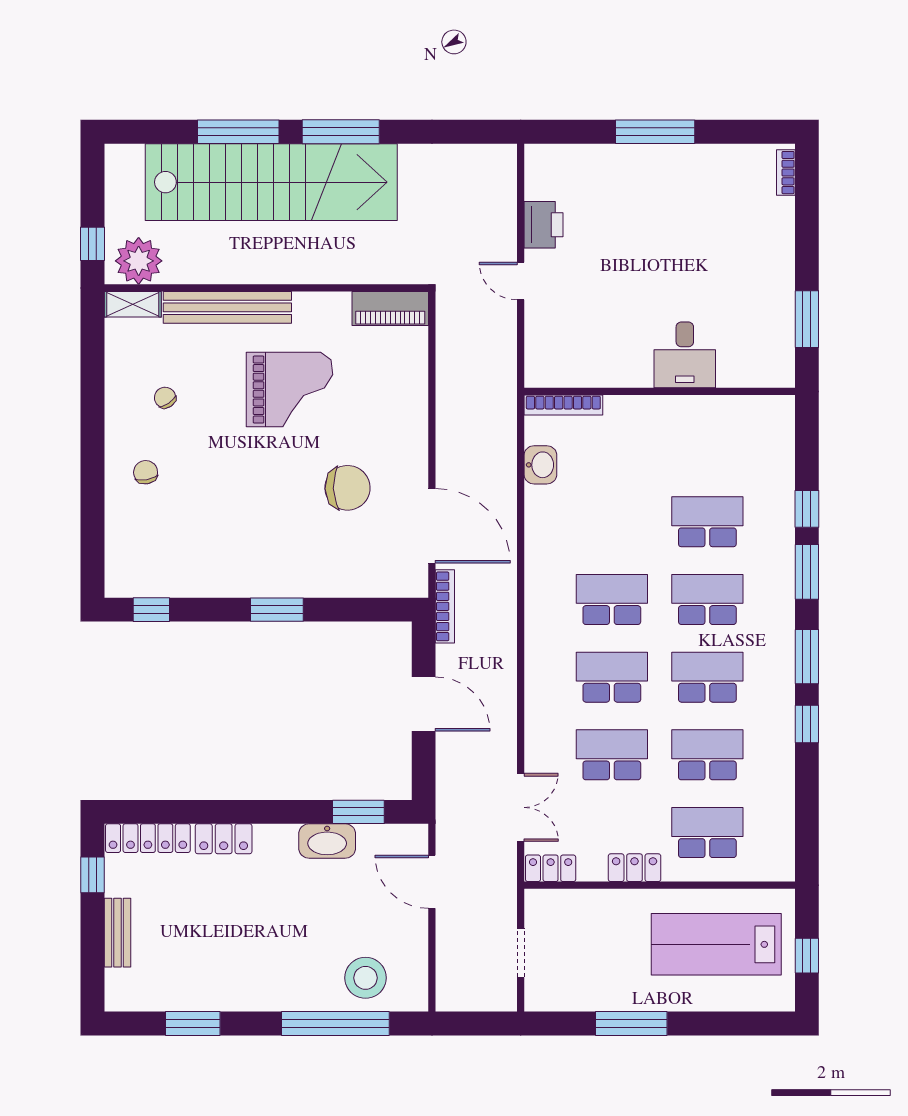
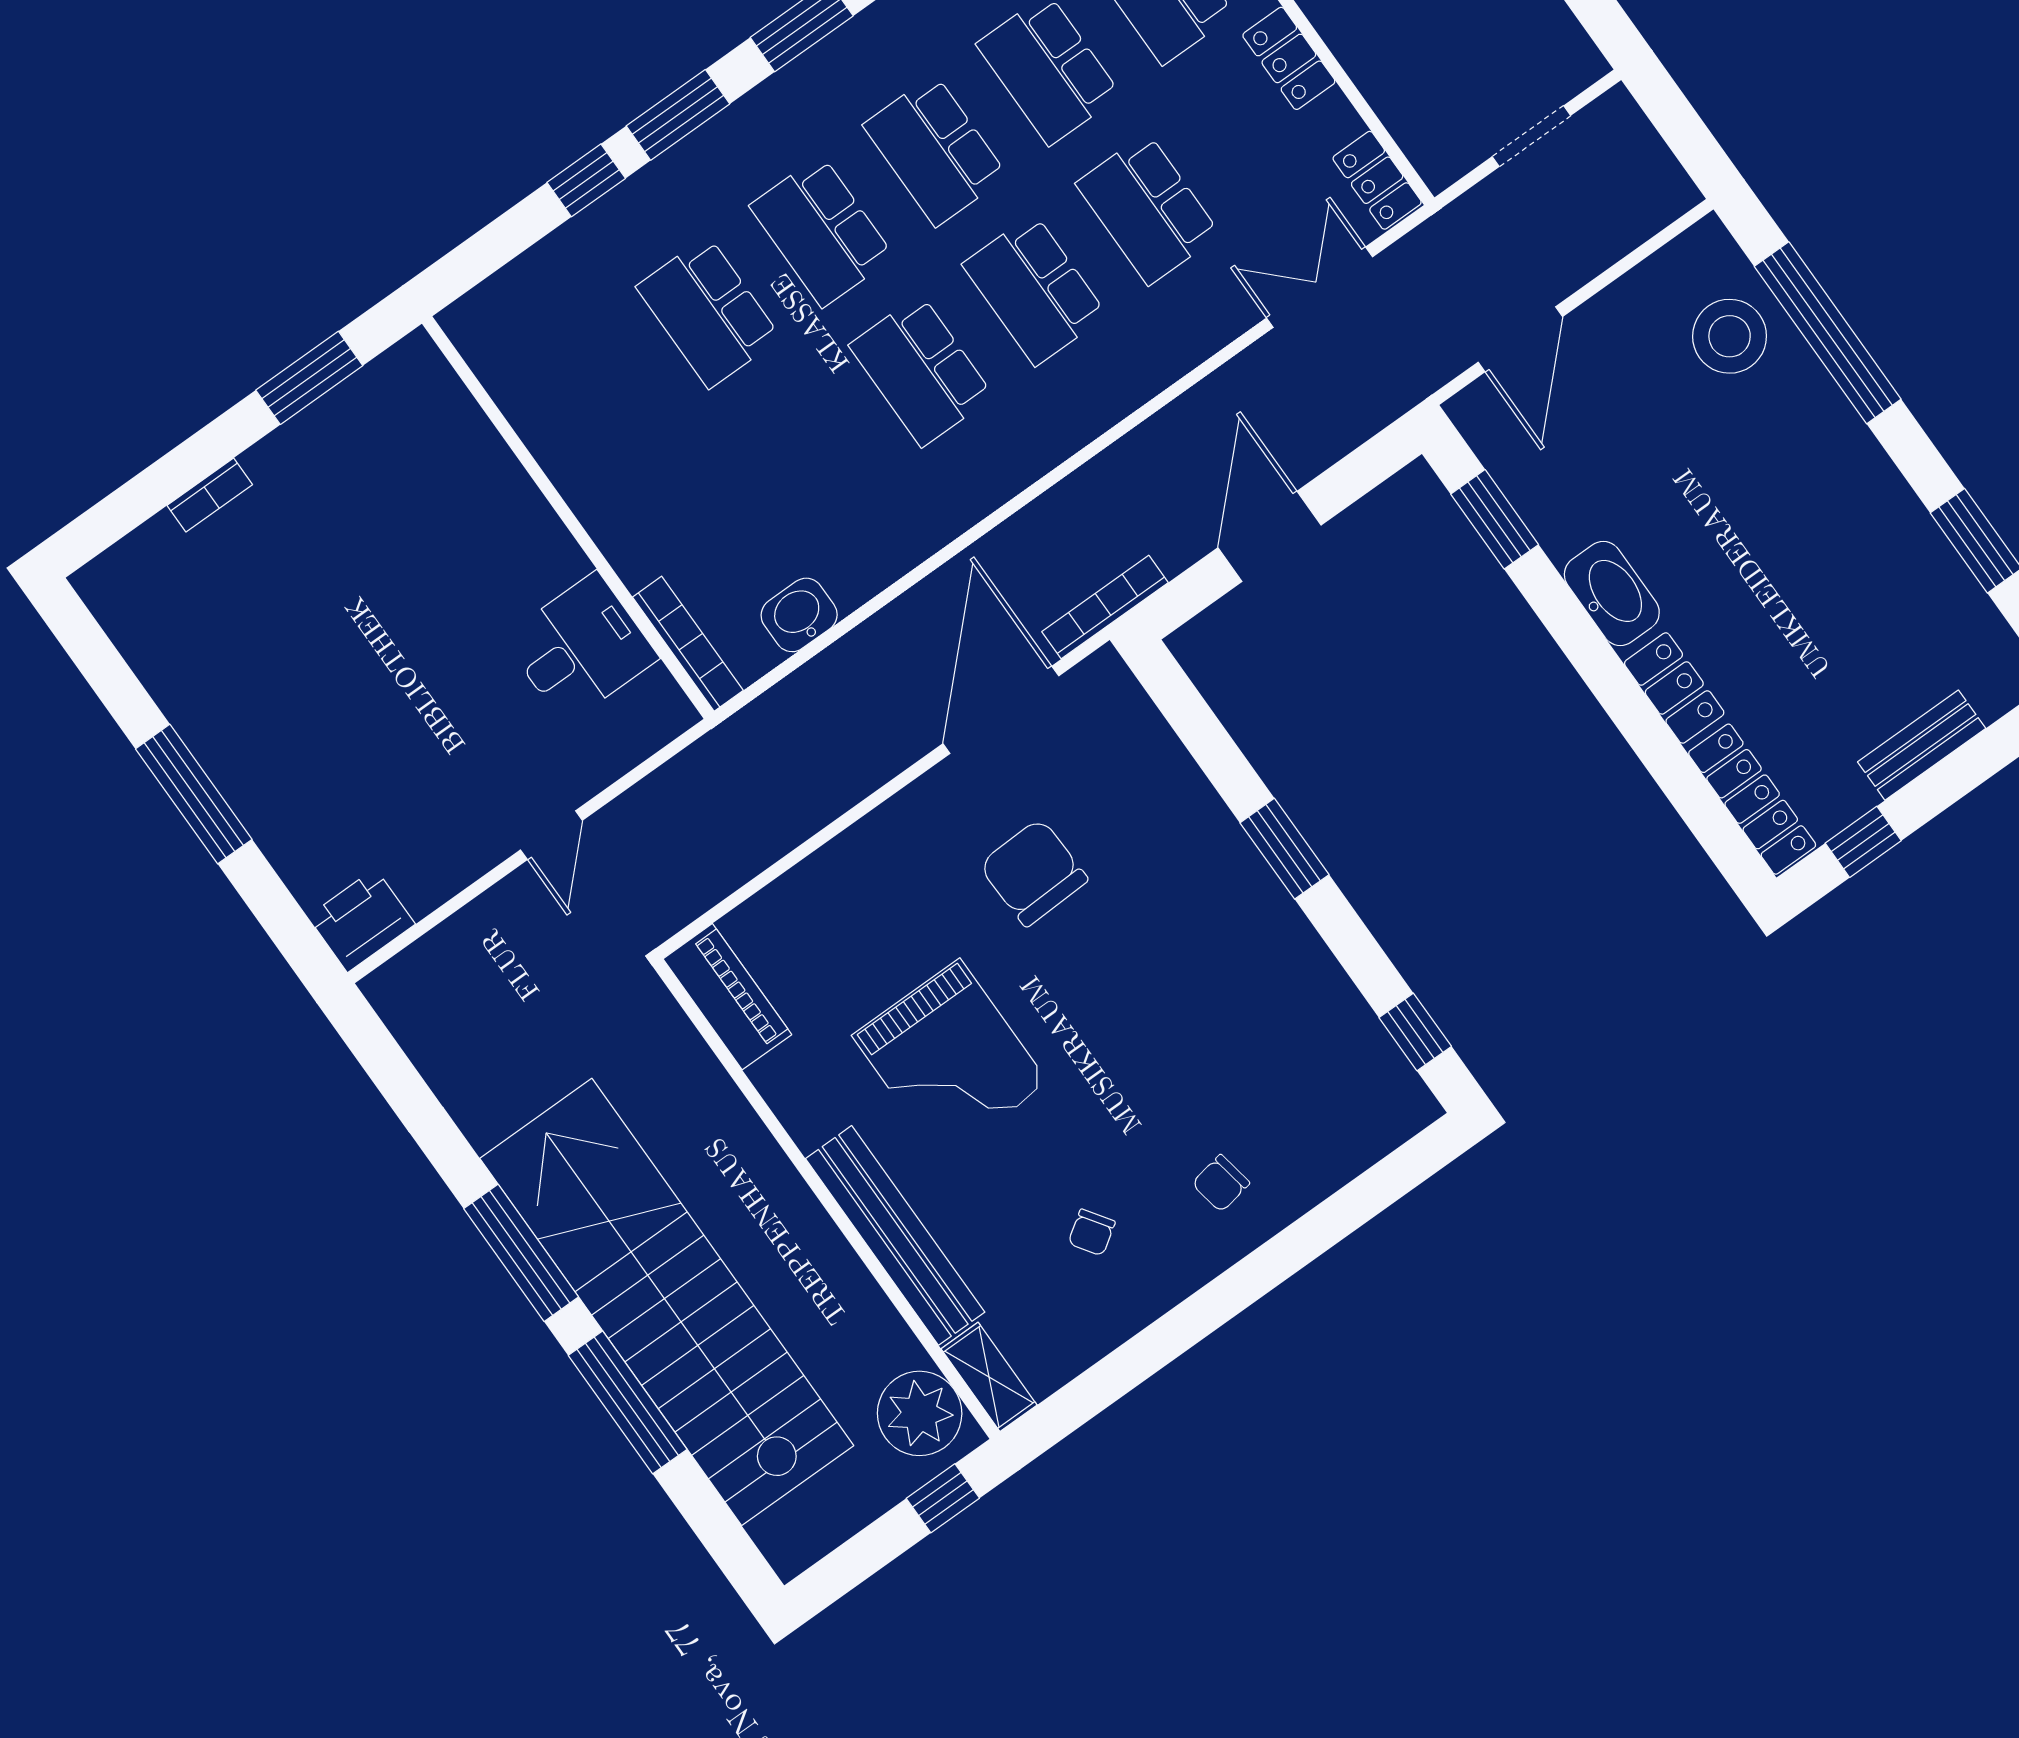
bookcase: (786, 173) -> (210, 495), moved
printer: (544, 225) -> (361, 920), moved
desk: (685, 355) -> (581, 648), moved
grand piano: (290, 390) -> (950, 1059), turned 180
washbasin: (327, 841) -> (1612, 593), moved

